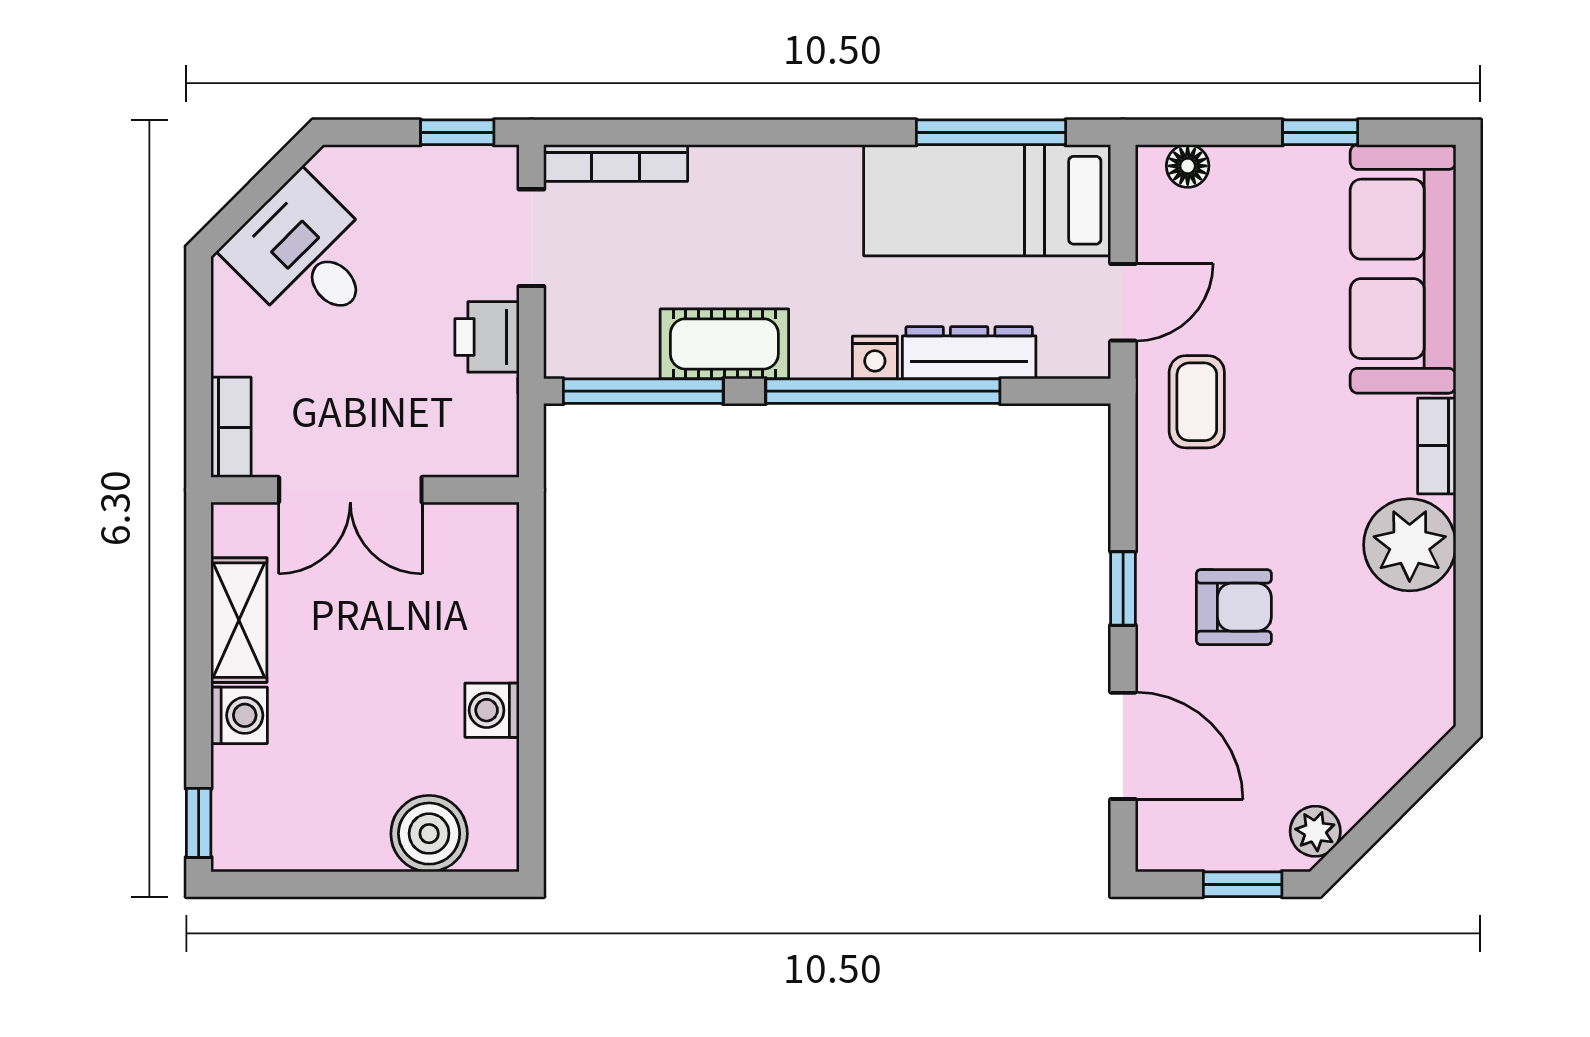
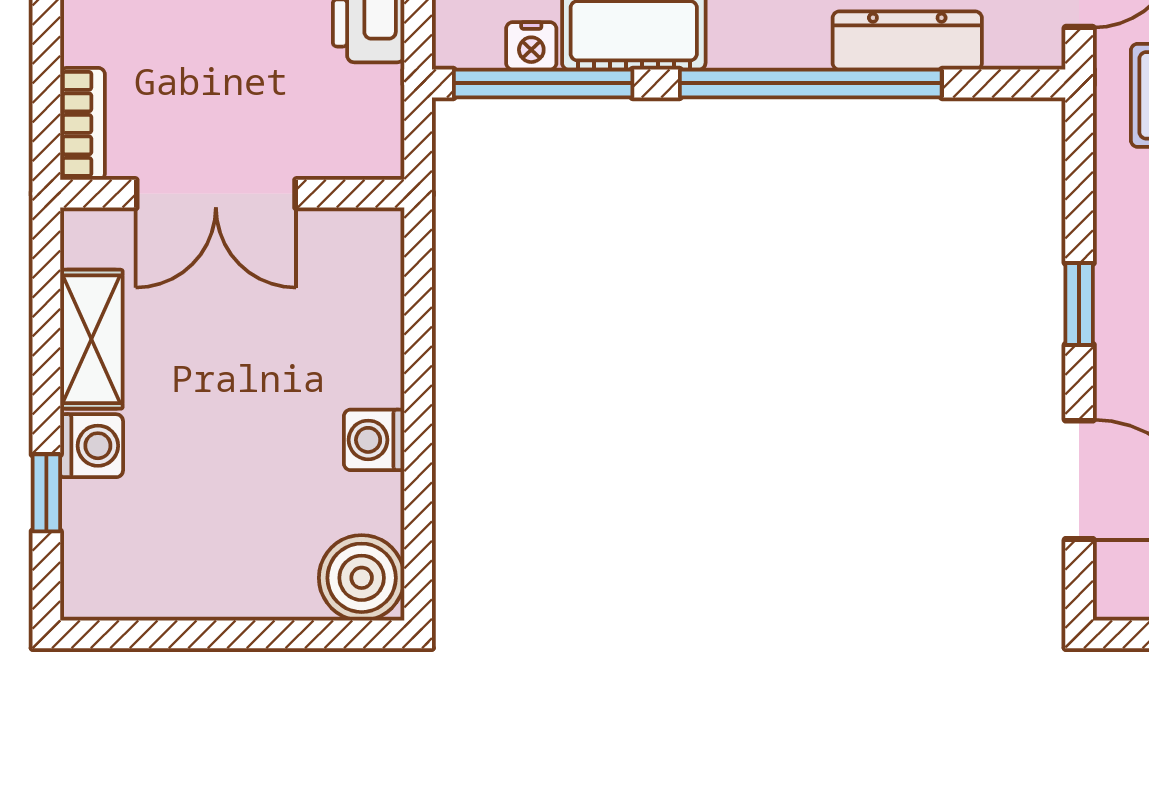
nightstand: (875, 358) -> (531, 46), moved
window: (199, 823) -> (46, 493), moved
boiler: (429, 834) -> (362, 578), moved

